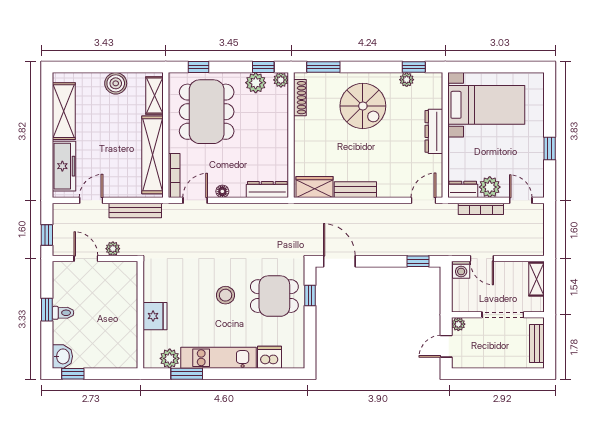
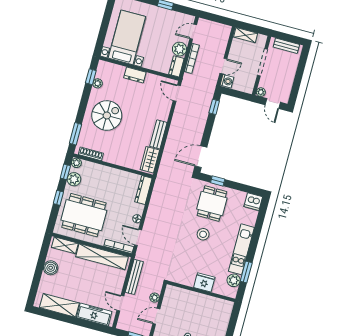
window: (198, 67) -> (58, 198), moved
dresser: (434, 131) -> (135, 75), width x0.70
dishwasher: (269, 357) -> (253, 202), moved, turned -90

